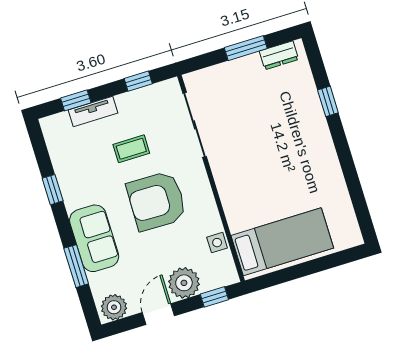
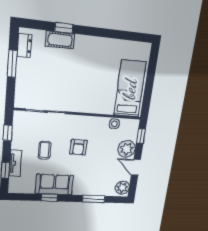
cot: (309, 103) -> (60, 40), added
armchair: (157, 201) -> (78, 147), width x0.53, depth x0.53
sofa: (94, 238) -> (54, 185), moved

